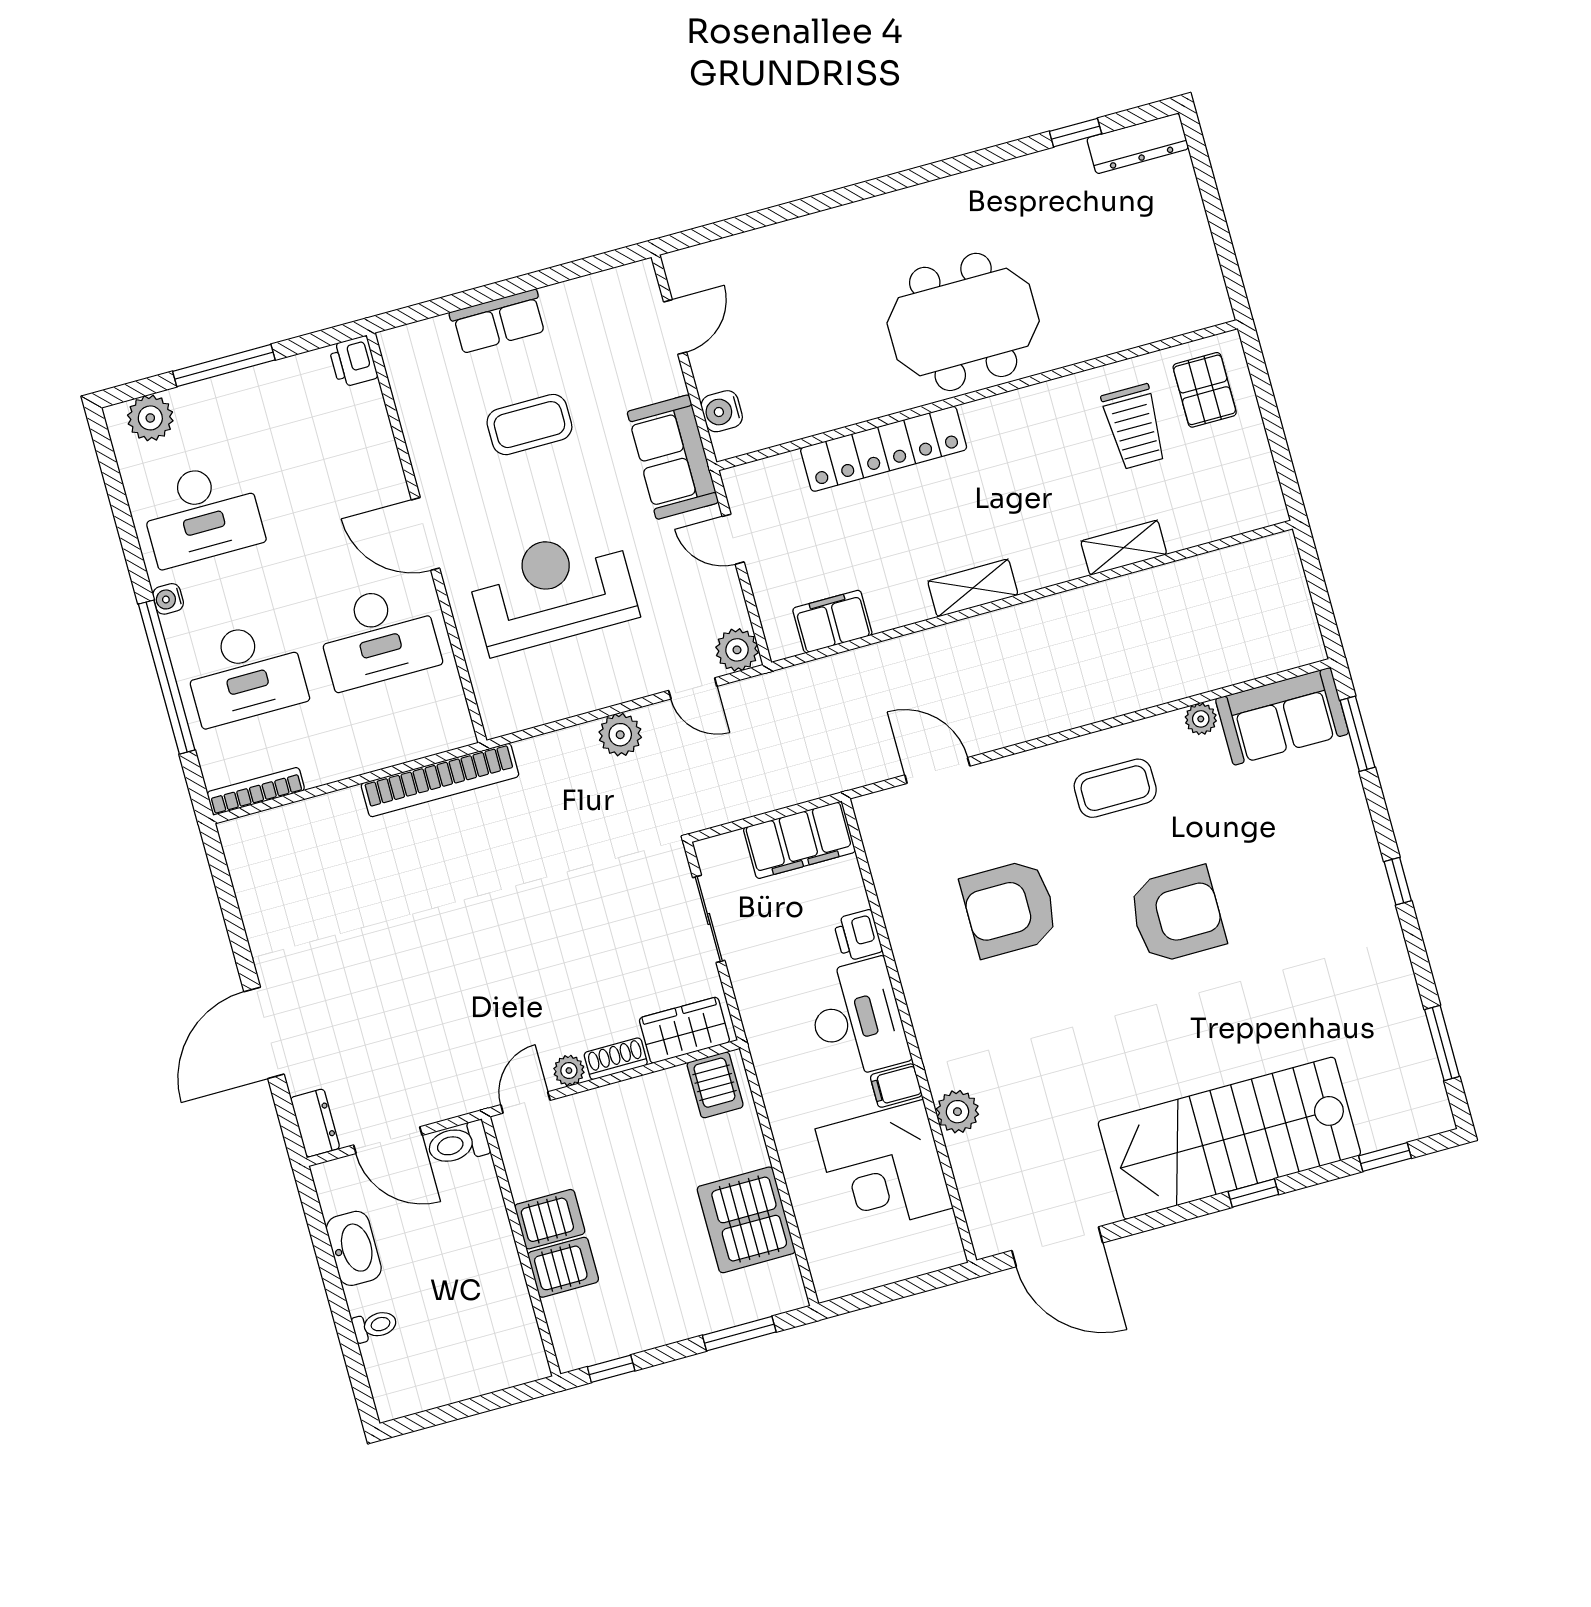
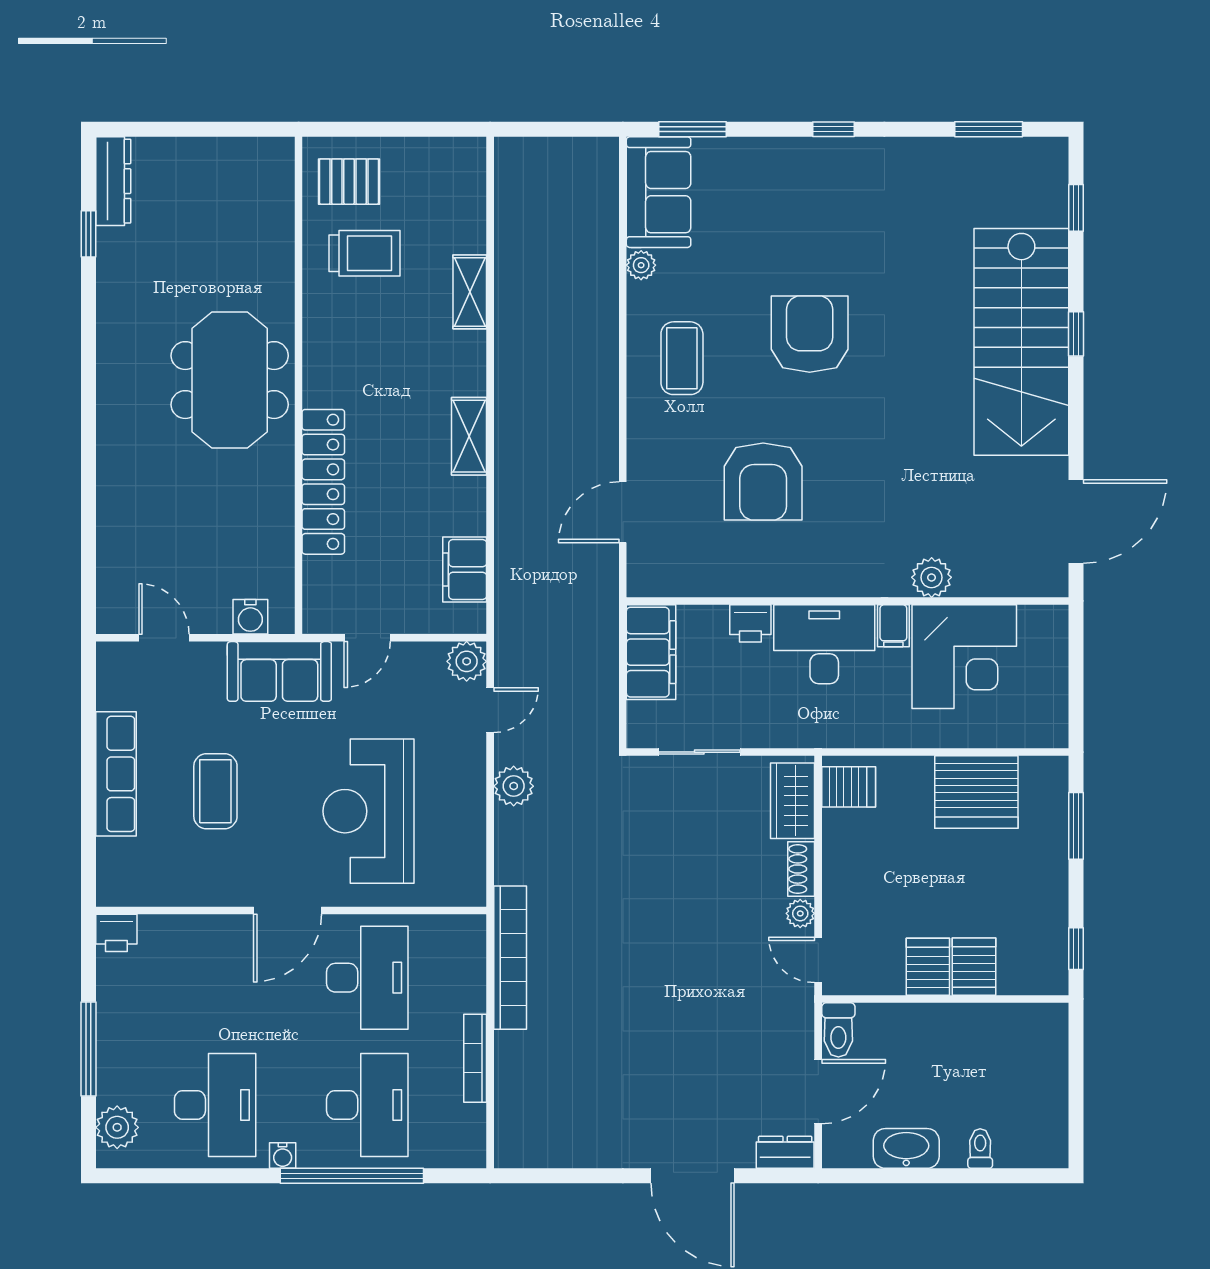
row of seats: (498, 321) -> (116, 774), width x1.48
bookcase: (256, 791) -> (475, 1058), moved

